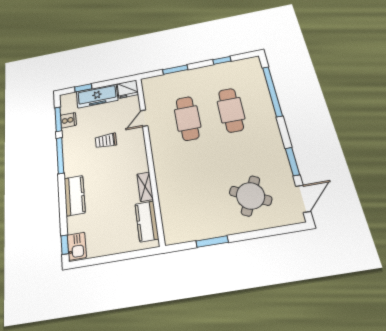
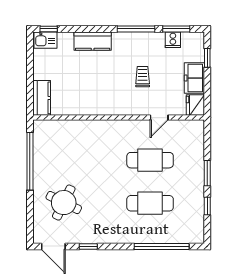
window: (175, 70) -> (207, 173), moved
freezer: (97, 96) -> (194, 78), width x0.71
door: (144, 118) -> (159, 118), swing flipped
window: (293, 161) -> (88, 247), width x0.67
shelving: (145, 187) -> (89, 109), removed
kitchen counter: (147, 221) -> (42, 98), moved, turned 90
window: (212, 242) -> (30, 161), width x2.11

